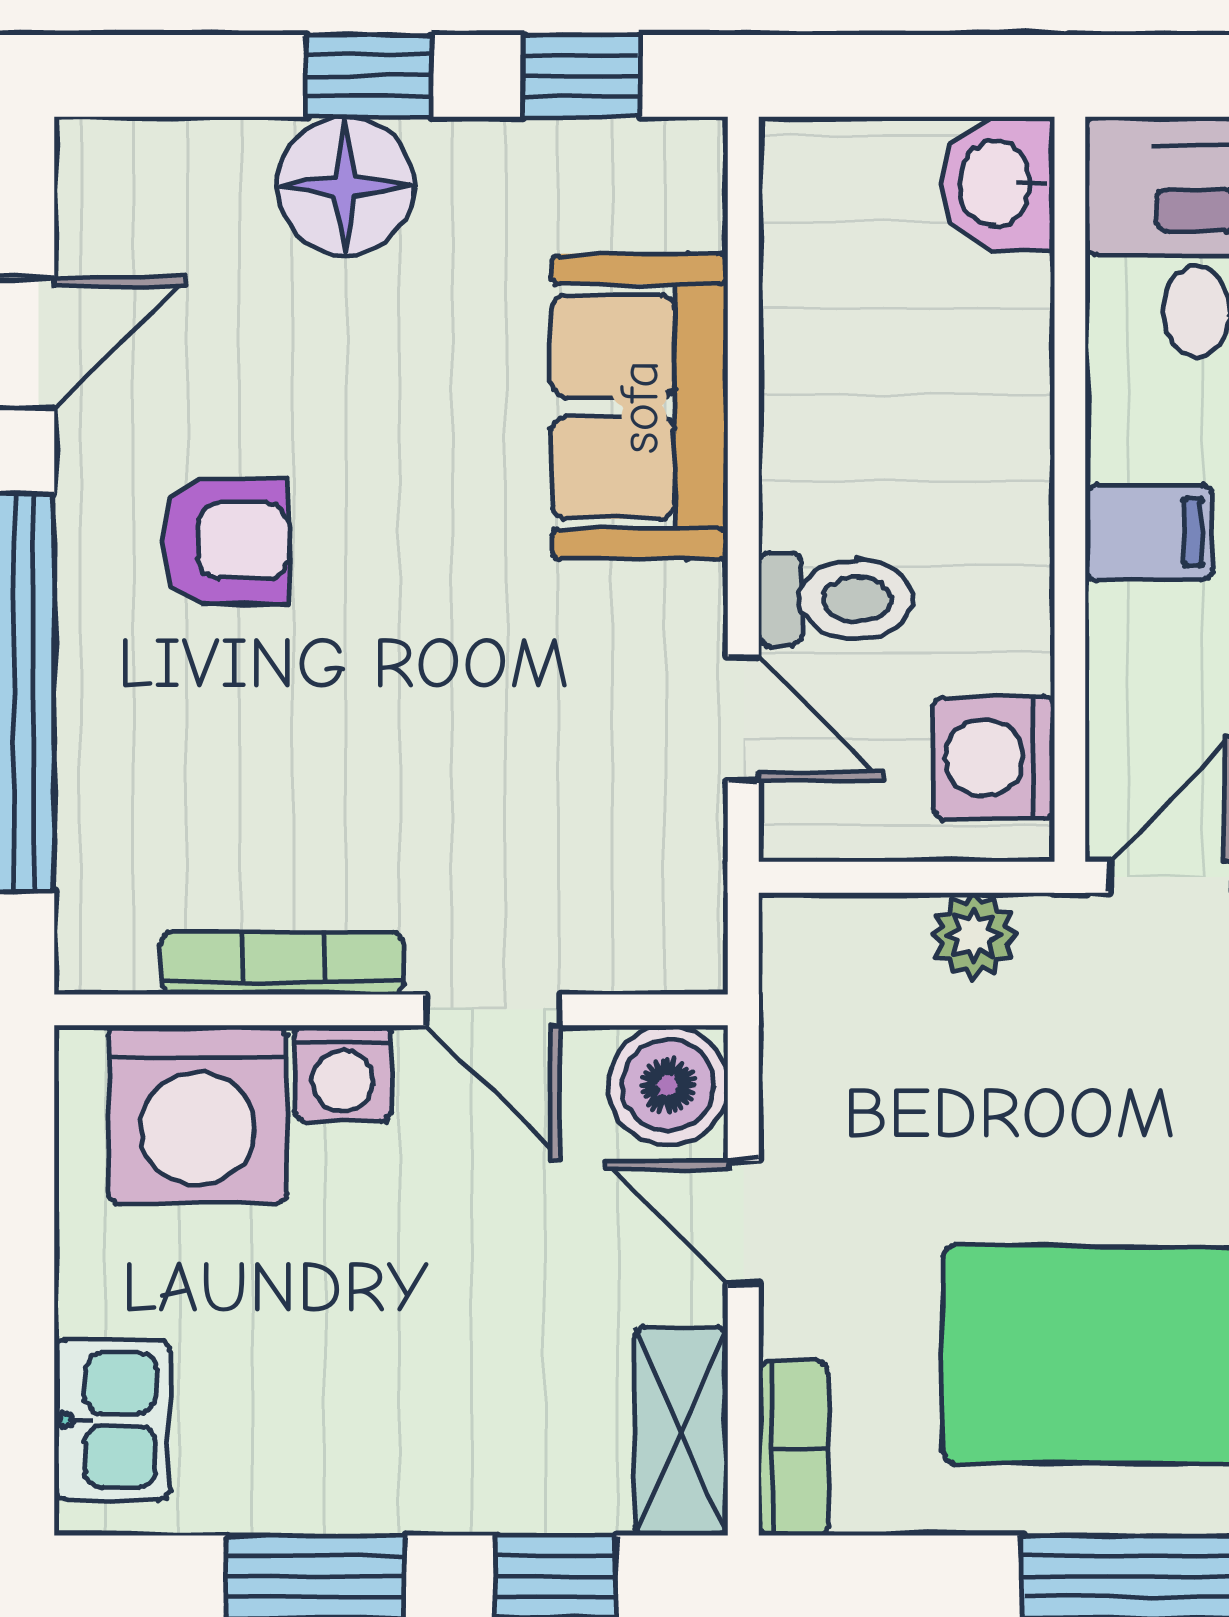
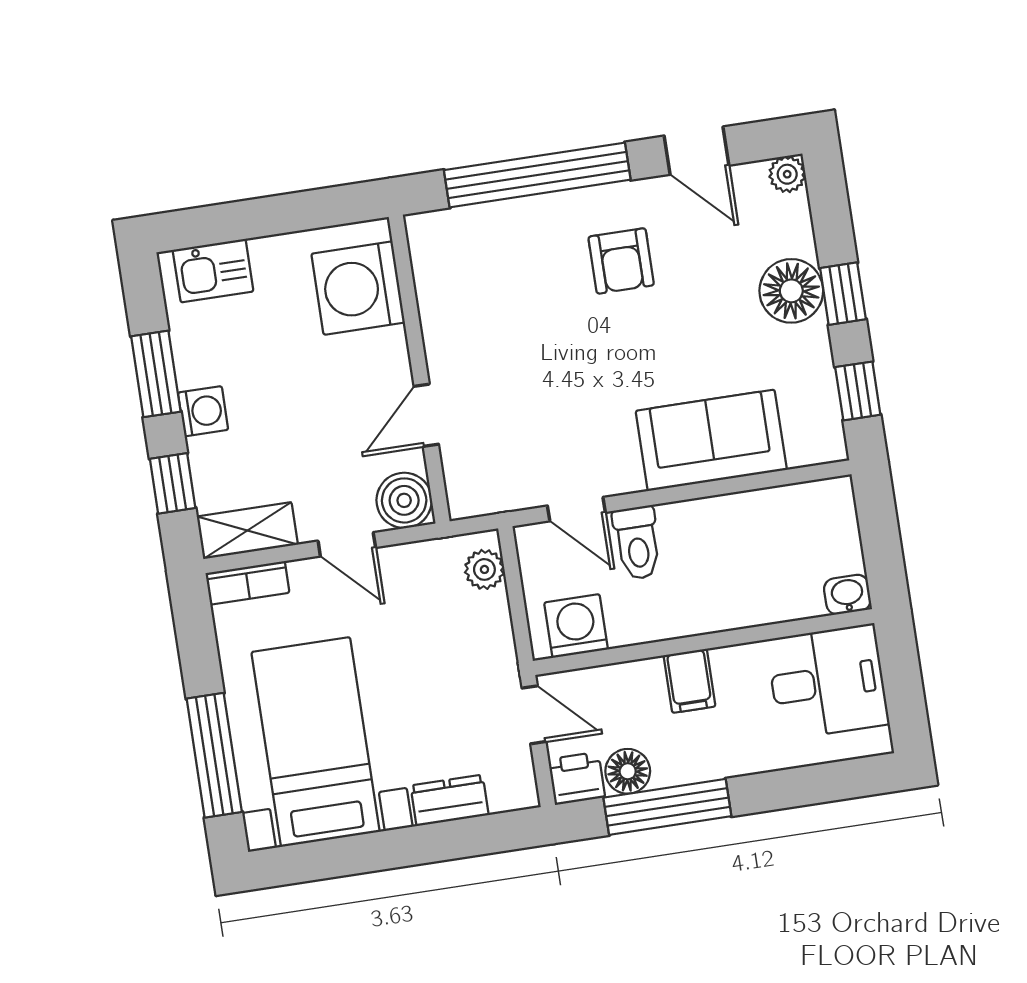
plant: (94, 156) -> (787, 174), added
washbasin: (998, 184) -> (847, 595), width x0.72, depth x0.69
door: (743, 719) -> (576, 509), hinge flipped
plant: (973, 936) -> (484, 569), moved
bookcase: (283, 964) -> (433, 316), removed
washing machine: (343, 1073) -> (203, 411), moved, turned 180
door: (743, 1223) -> (347, 544), swing flipped

